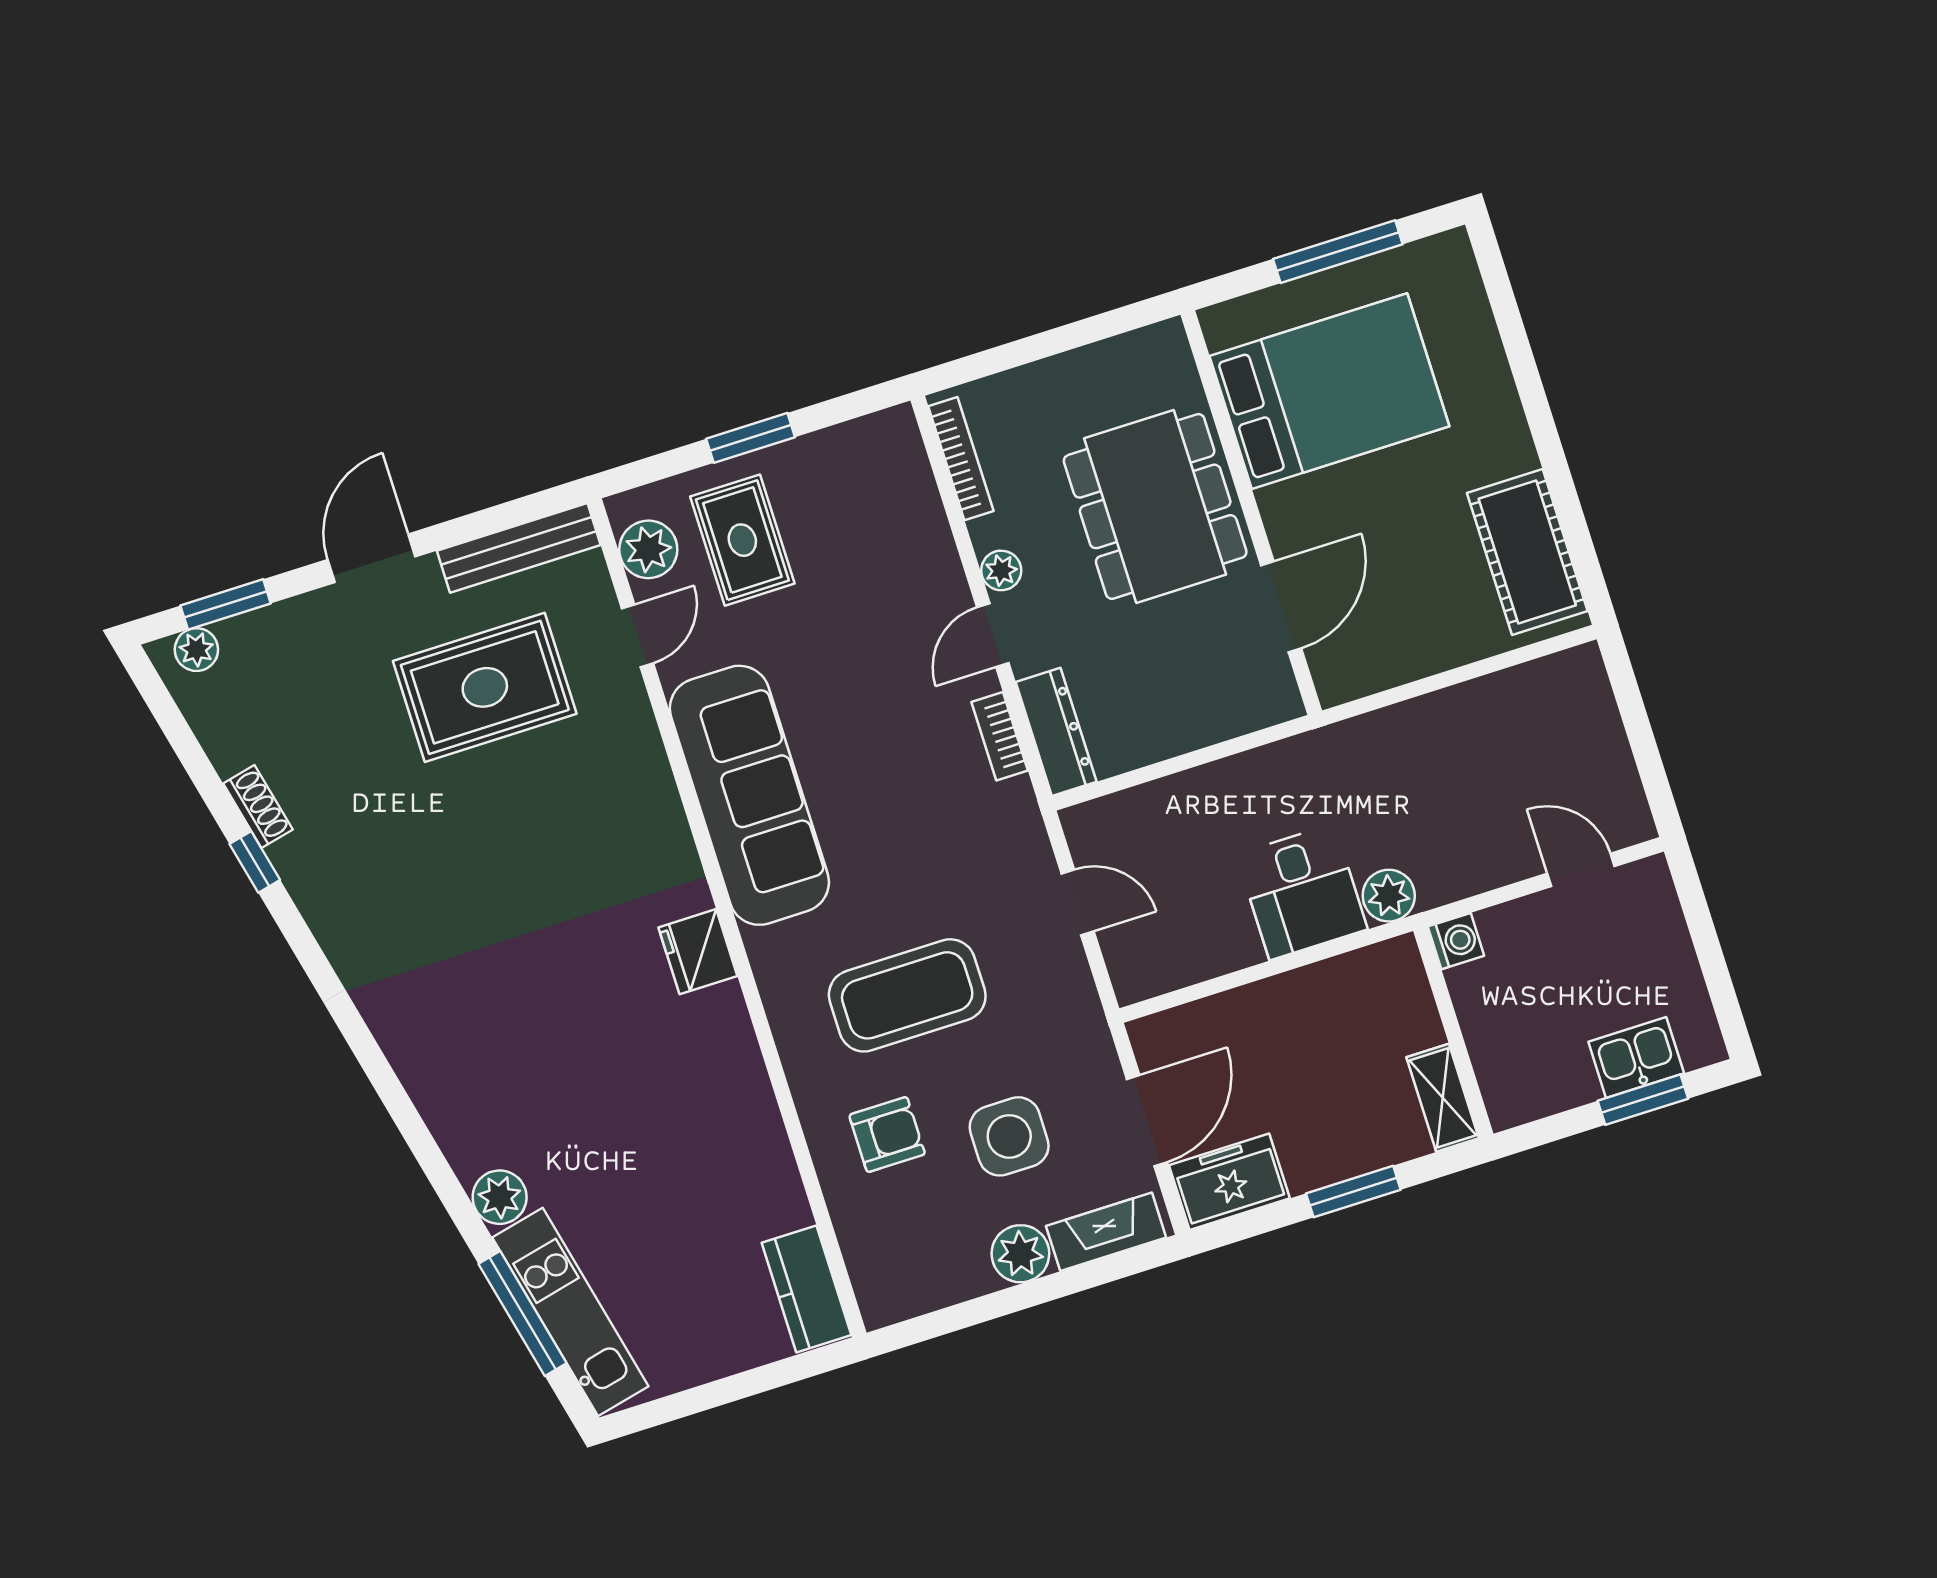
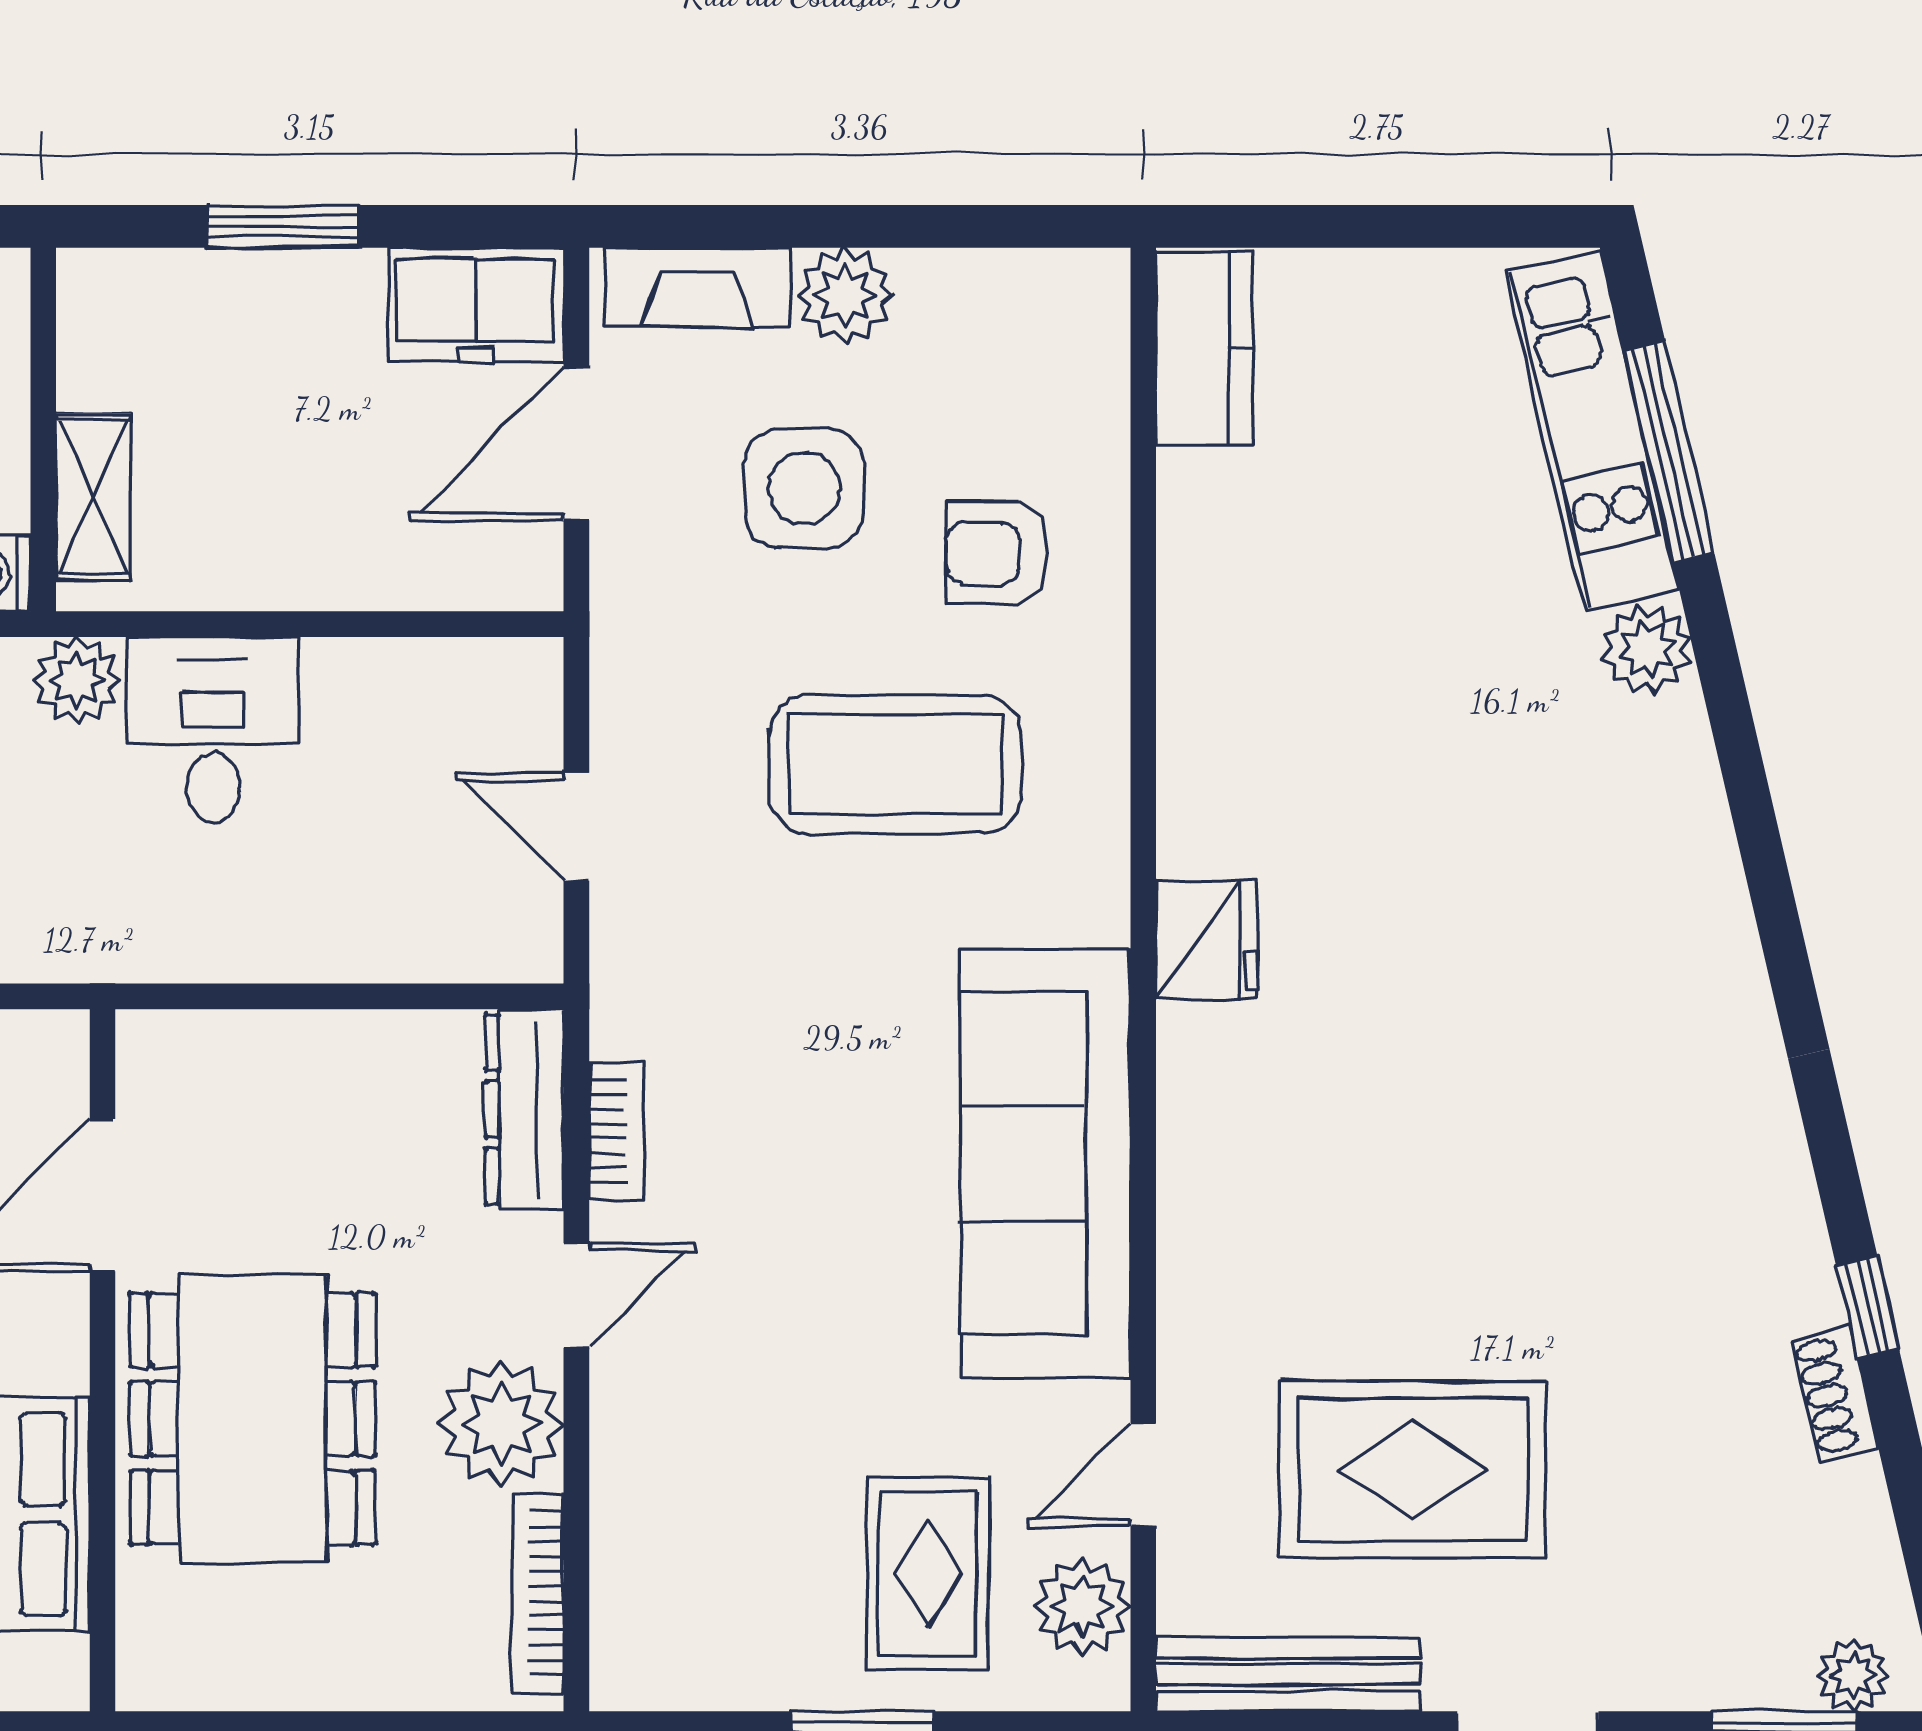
plant: (1001, 570) -> (501, 1424), width x1.87, depth x1.87
shelving: (1443, 1098) -> (93, 497), moved

